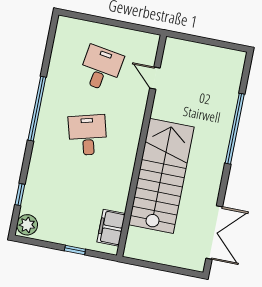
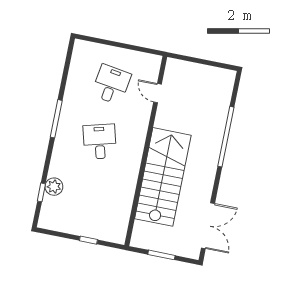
window: (37, 109) -> (56, 119), width x0.68
plant: (27, 225) -> (54, 187), moved
filing cabinet: (111, 228) -> (120, 221), removed
window: (160, 267) -> (161, 255), added

